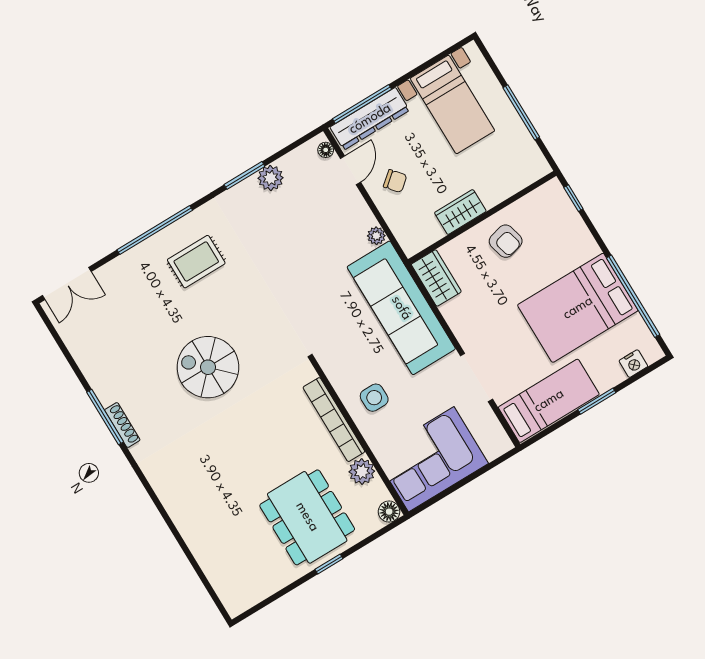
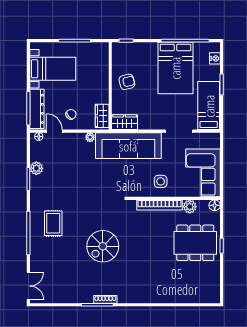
wardrobe: (460, 212) -> (102, 116), moved

